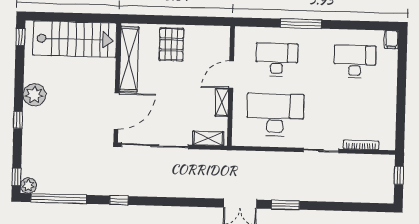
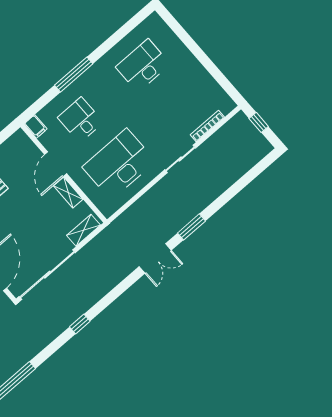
filing cabinet: (392, 40) -> (36, 126), moved
desk: (277, 60) -> (80, 120), width x0.73
window: (119, 200) -> (80, 324), moved

